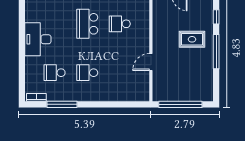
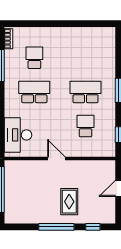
desk: (38, 39) -> (18, 135), moved, turned -90
door: (151, 62) -> (56, 159), moved
school desk: (87, 73) -> (34, 92), width x1.85

